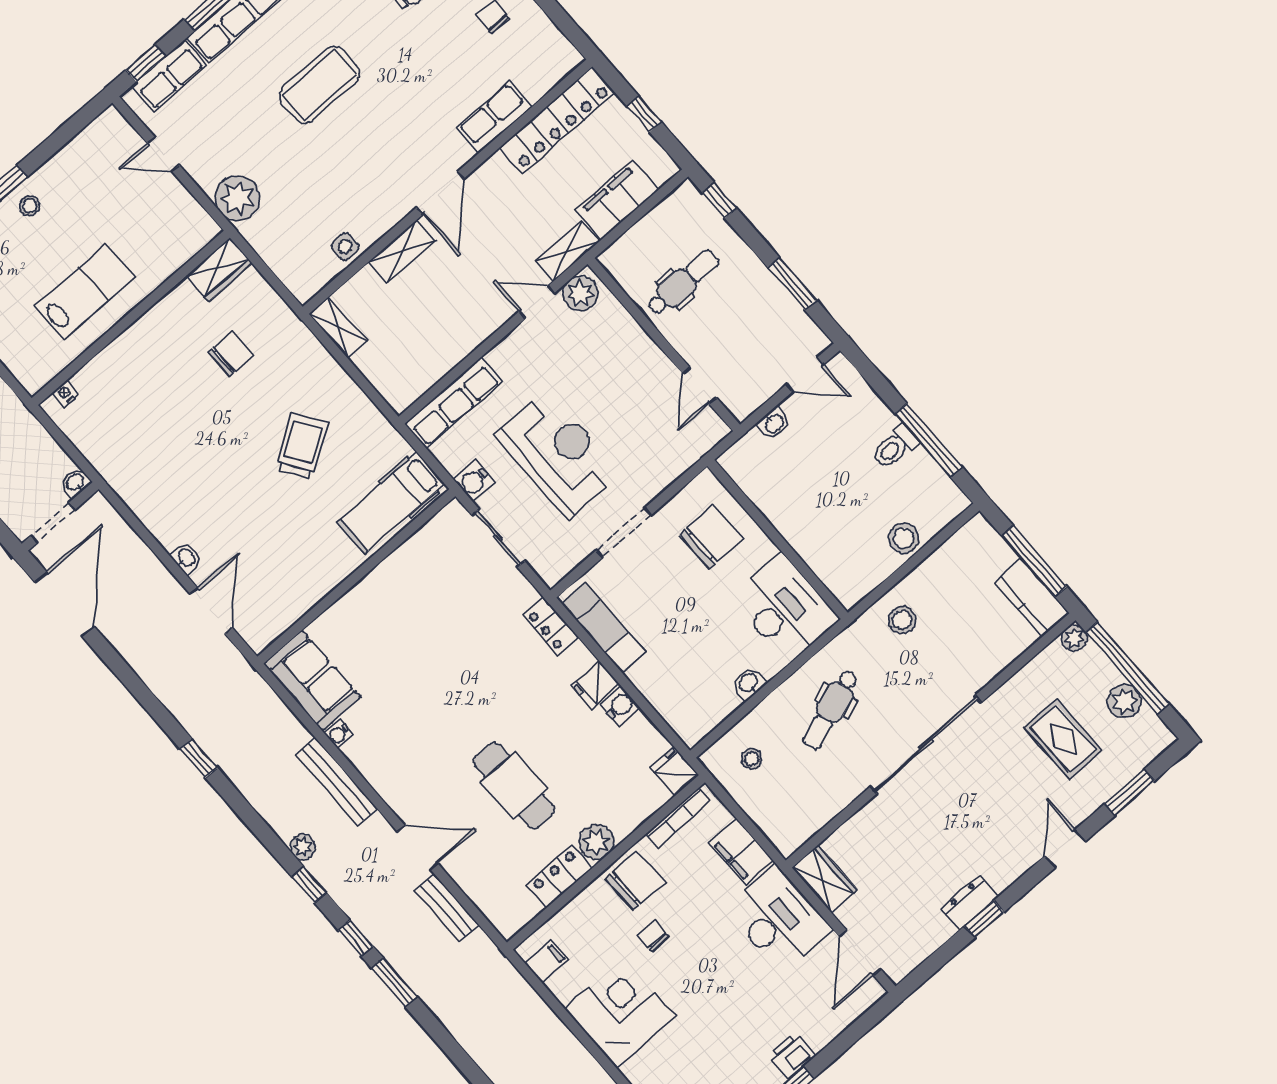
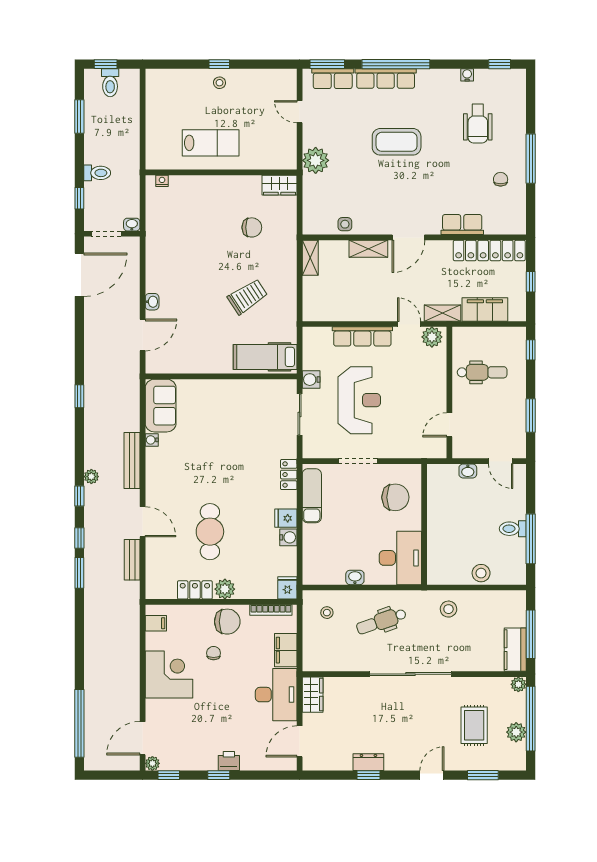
window: (146, 63) -> (327, 64), width x1.50
row of seats: (453, 403) -> (362, 336), moved

